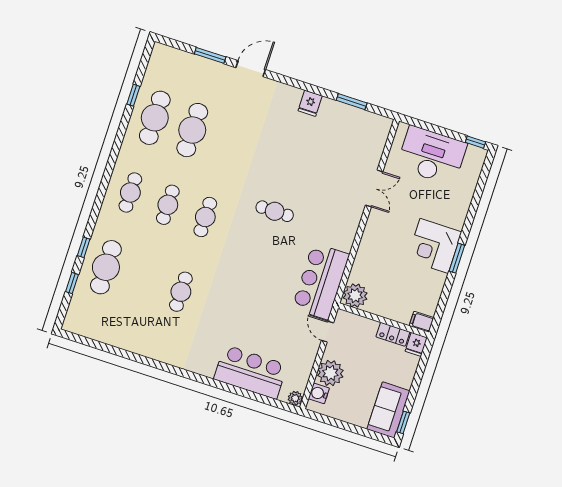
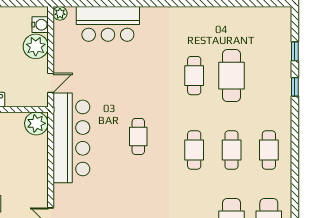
cafe table: (275, 211) -> (138, 136), moved, turned 90
cafe table: (106, 267) -> (232, 76), moved
bar counter: (321, 281) -> (71, 138), width x1.36
door: (327, 332) -> (51, 83), hinge flipped

